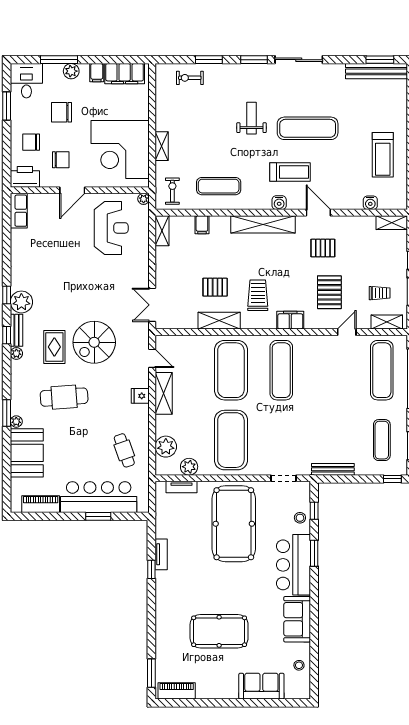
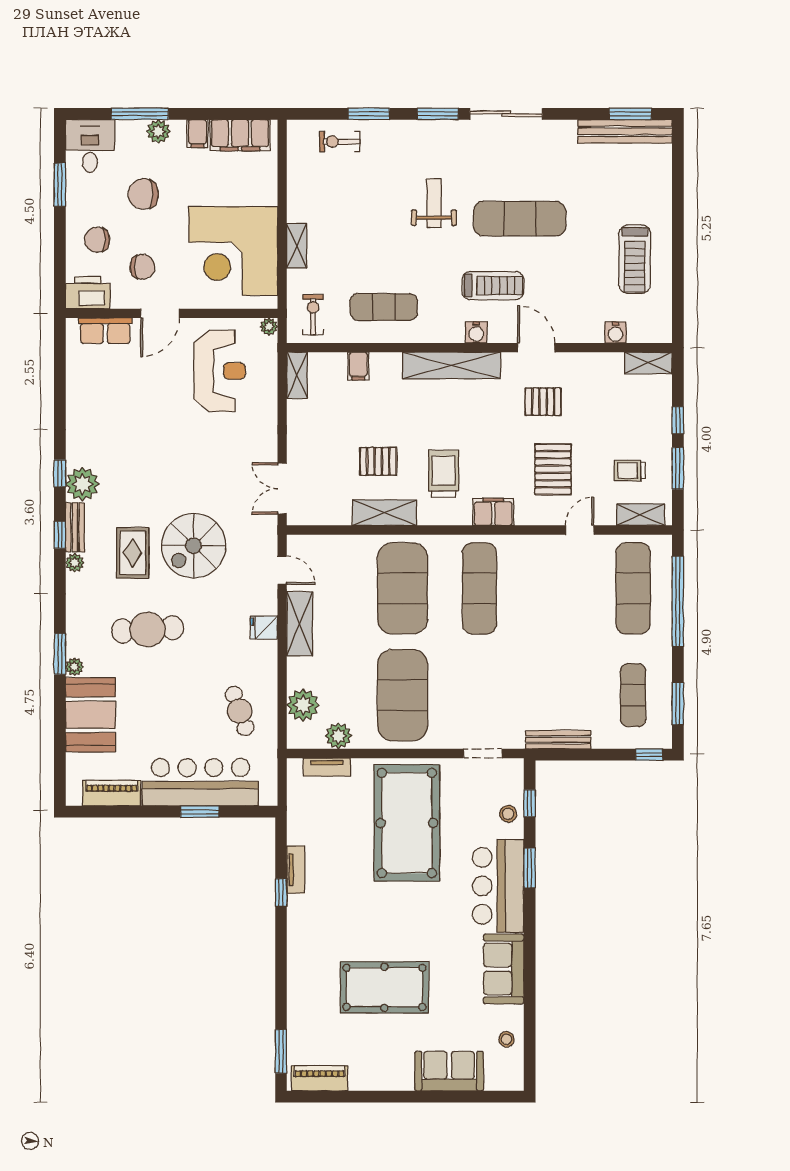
row of seats: (19, 211) -> (105, 331), moved, turned 90
trolley: (380, 293) -> (630, 470), turned 180

